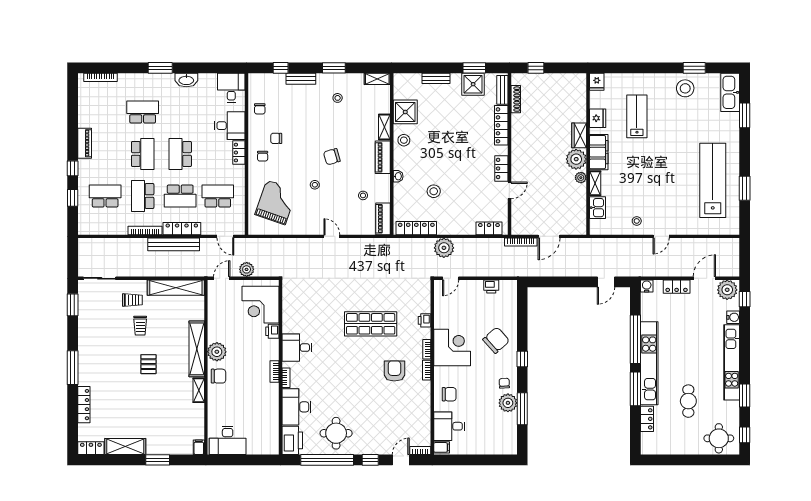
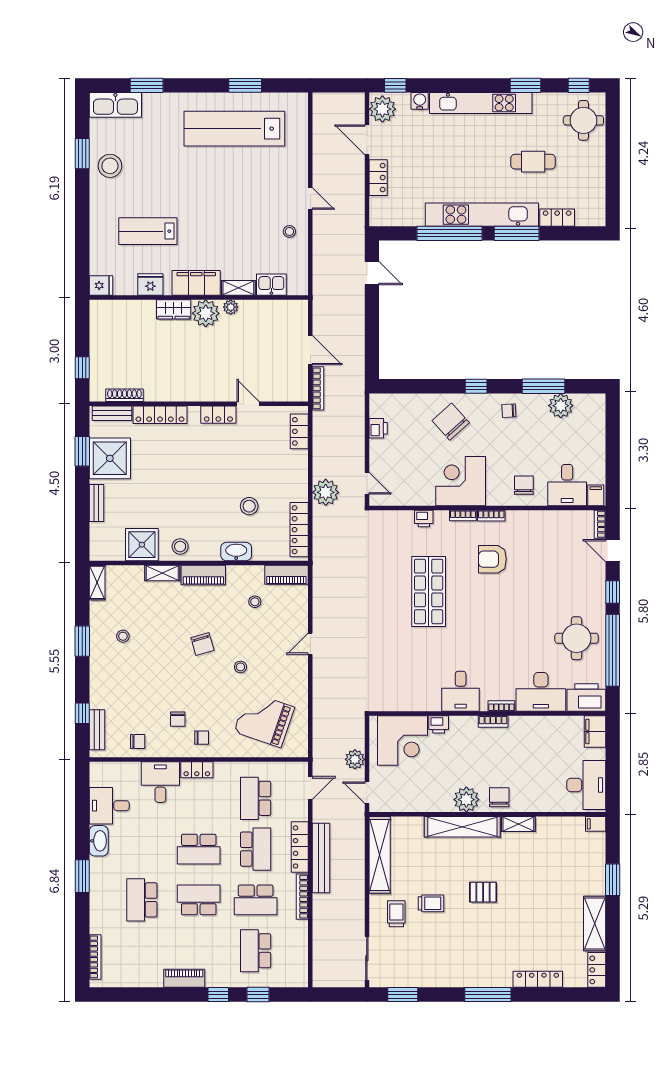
bench: (301, 79) -> (97, 730), moved
shower: (473, 84) -> (110, 458), width x1.37, depth x1.37
desk: (231, 88) -> (109, 806), moved
washbasin: (398, 176) -> (236, 552), width x1.91, depth x1.45
water cooler: (647, 286) -> (377, 218), removed
plant: (508, 403) -> (561, 406), moved
filing cabinet: (267, 447) -> (595, 731), added

